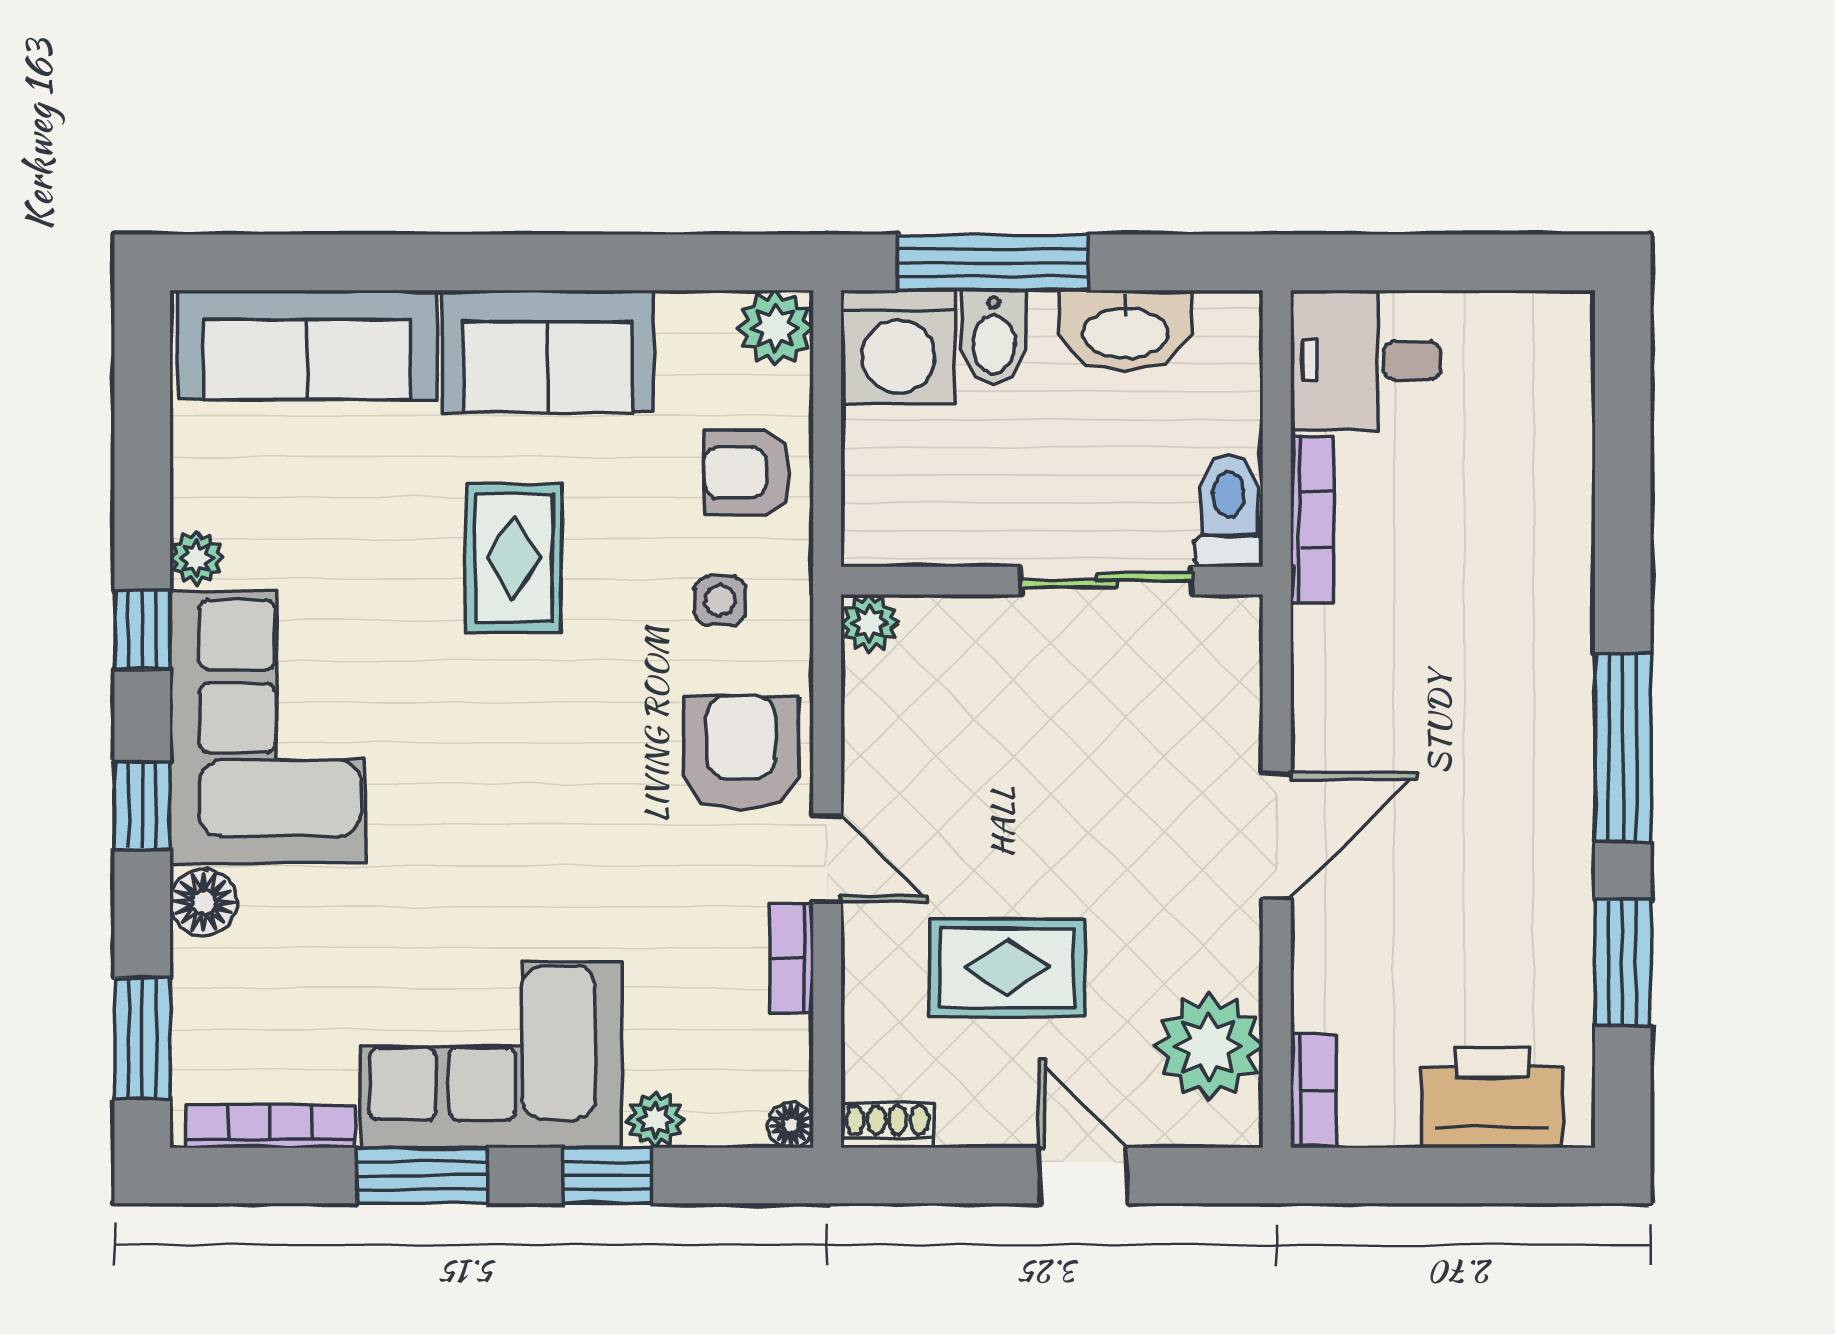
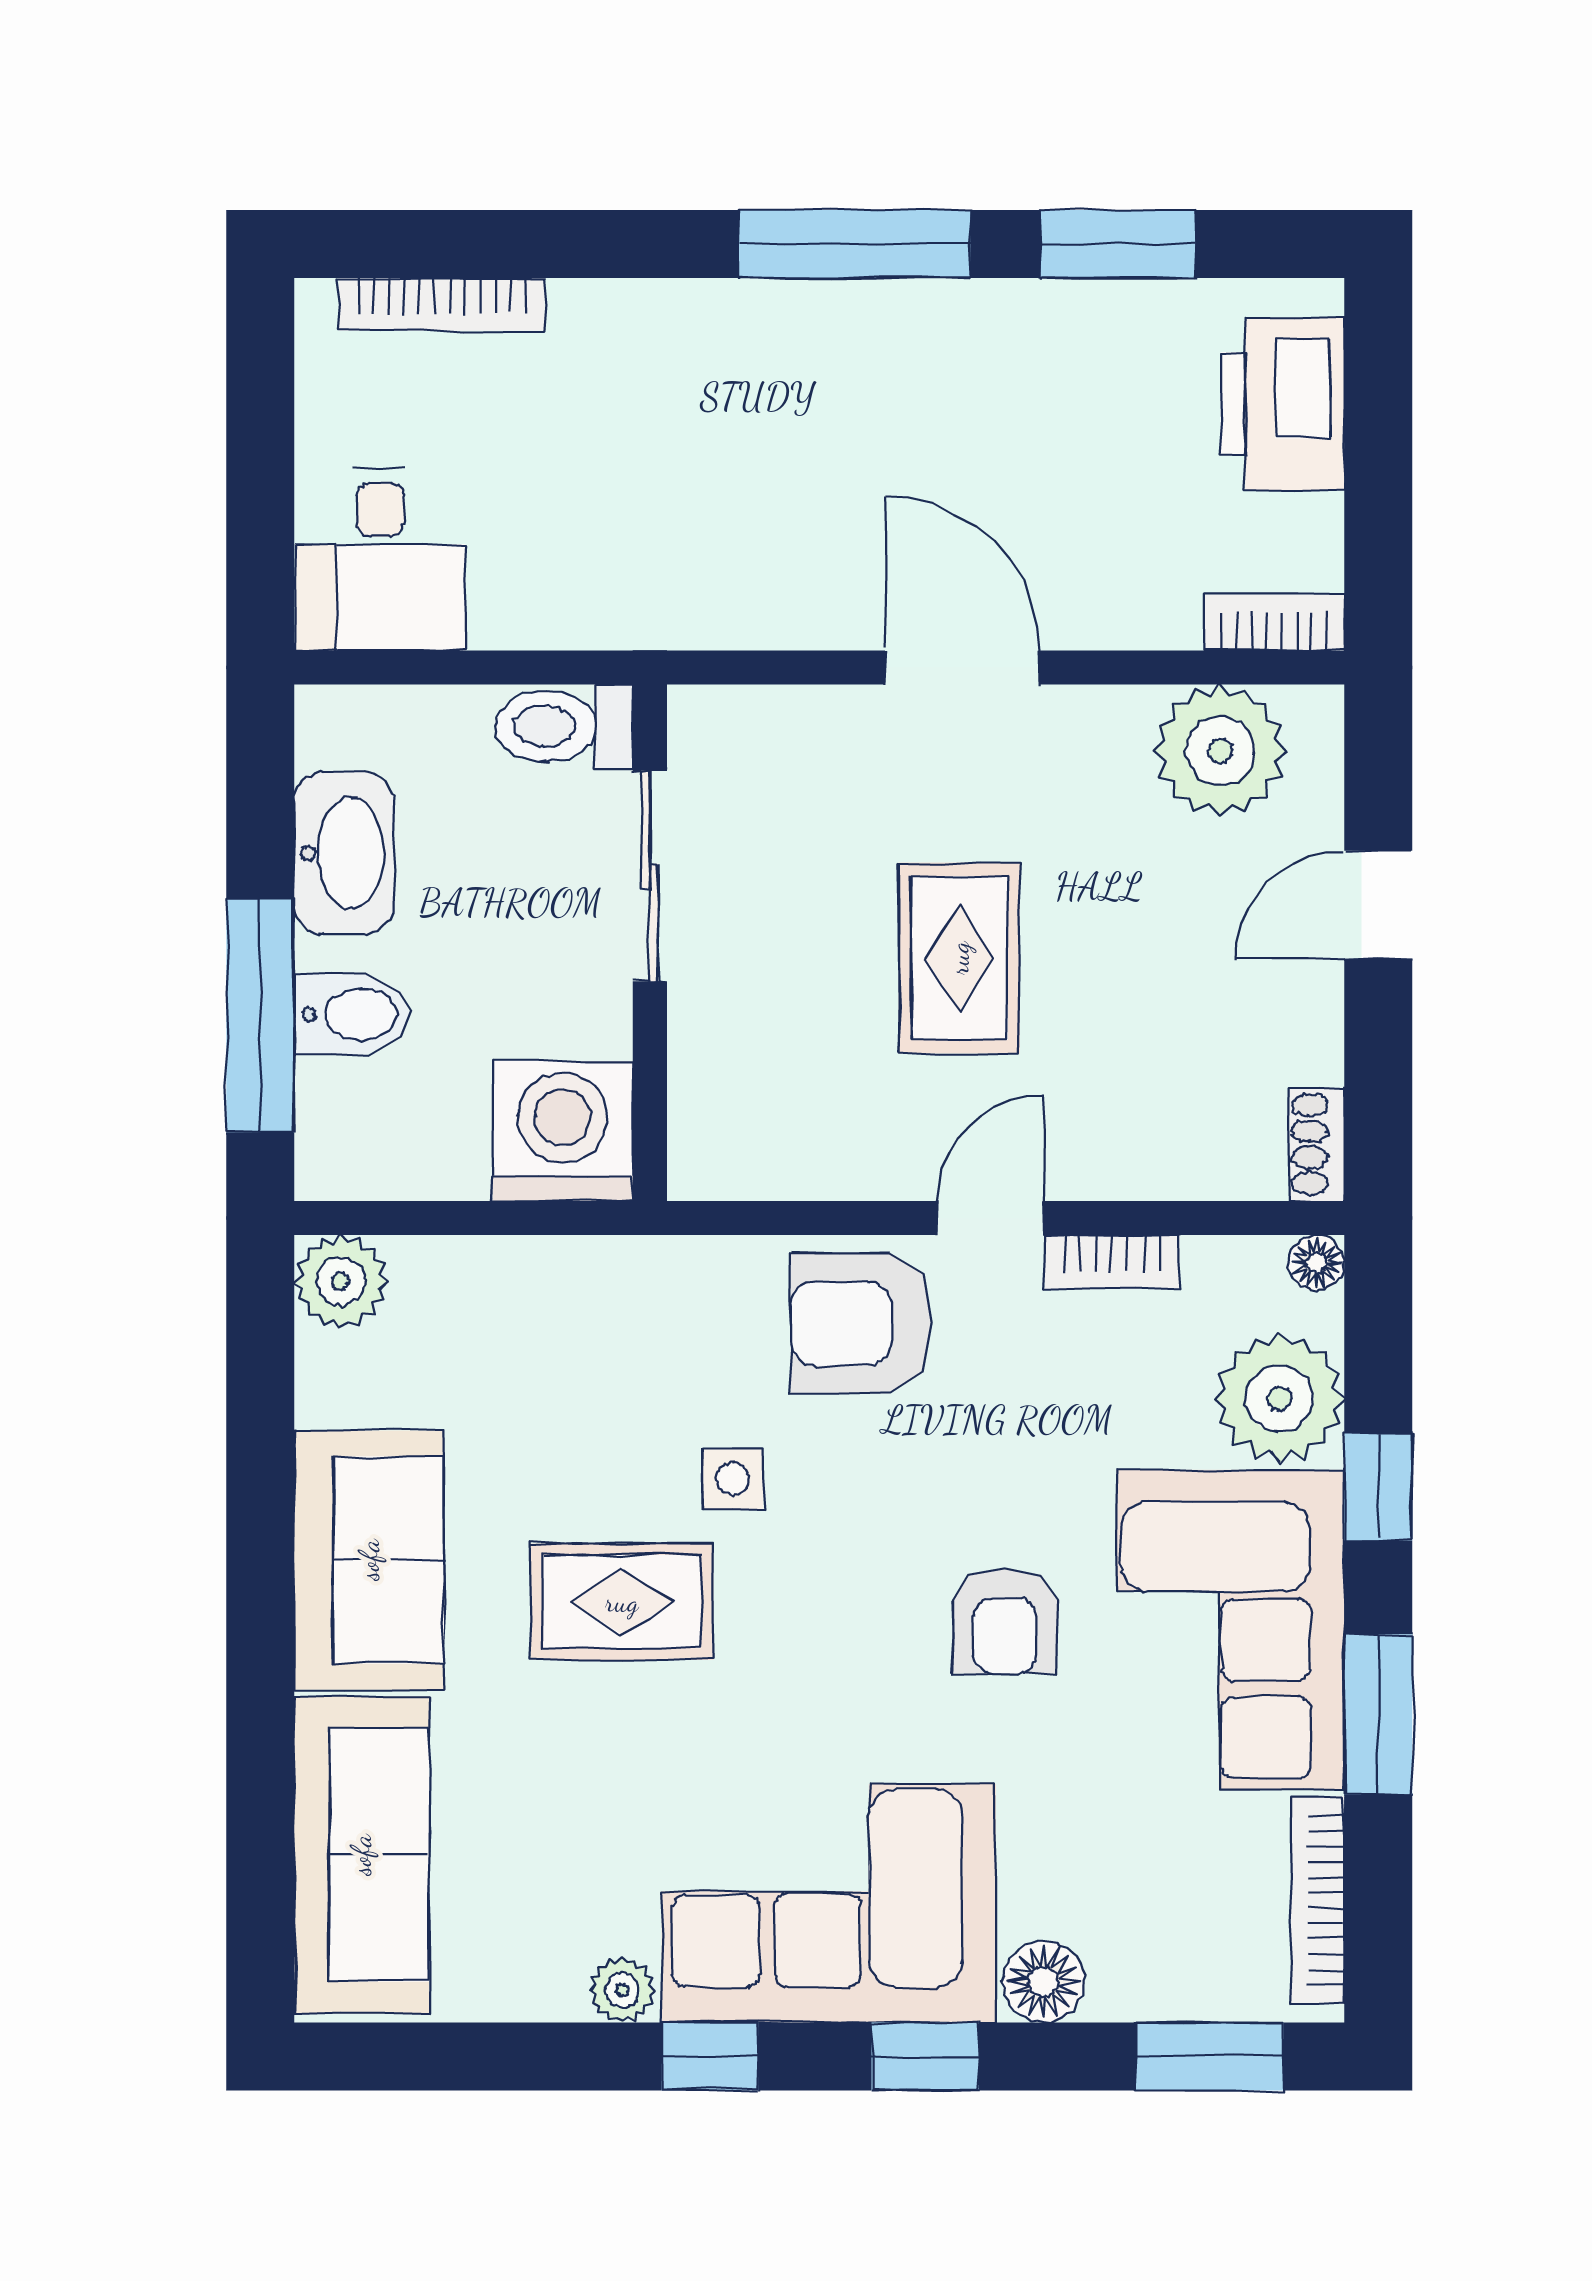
washing machine: (898, 347) -> (563, 1131), moved, turned -90
armchair: (747, 472) -> (1005, 1621), moved
bookcase: (1312, 520) -> (442, 304), moved, turned 180
side table: (720, 600) -> (733, 1479), moved
plant: (869, 623) -> (702, 1166), removed
rug: (1007, 968) -> (959, 958), moved
plant: (655, 1120) -> (1280, 1398), width x1.87, depth x1.87

